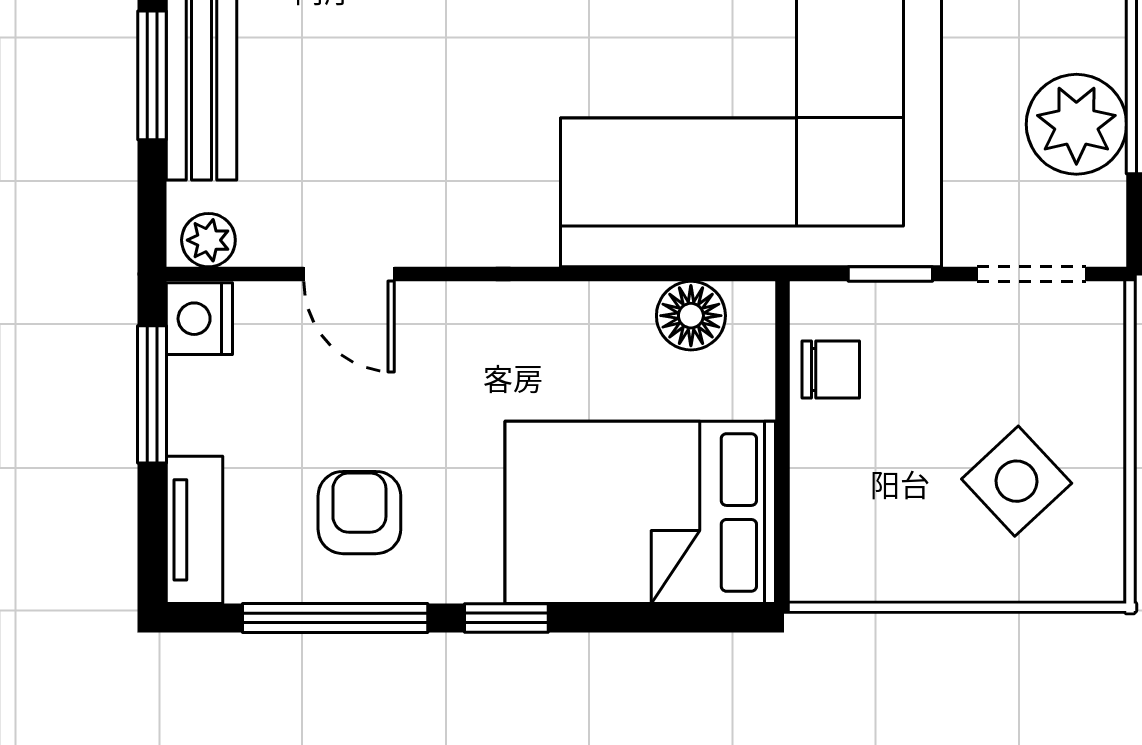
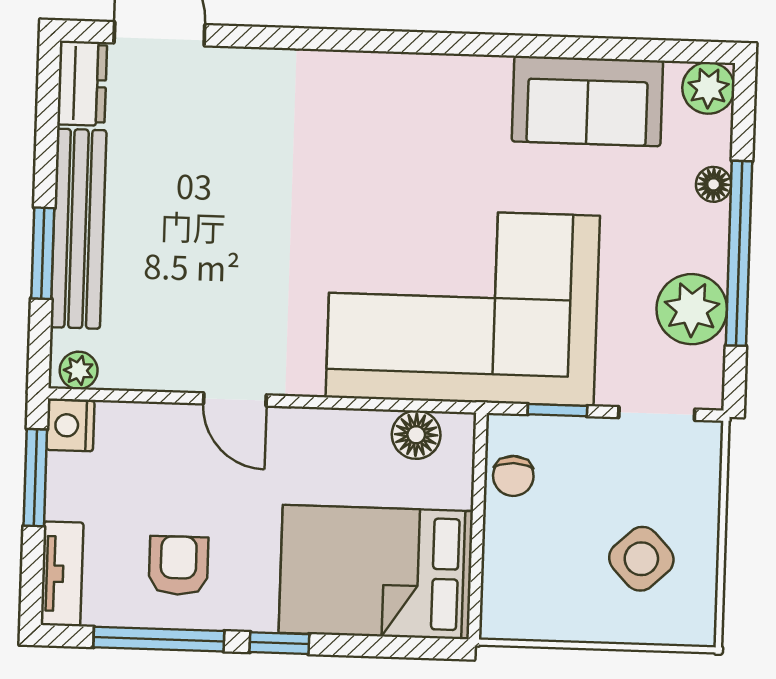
door: (349, 274) -> (235, 399), moved
chair: (831, 370) -> (513, 476), turned 90

